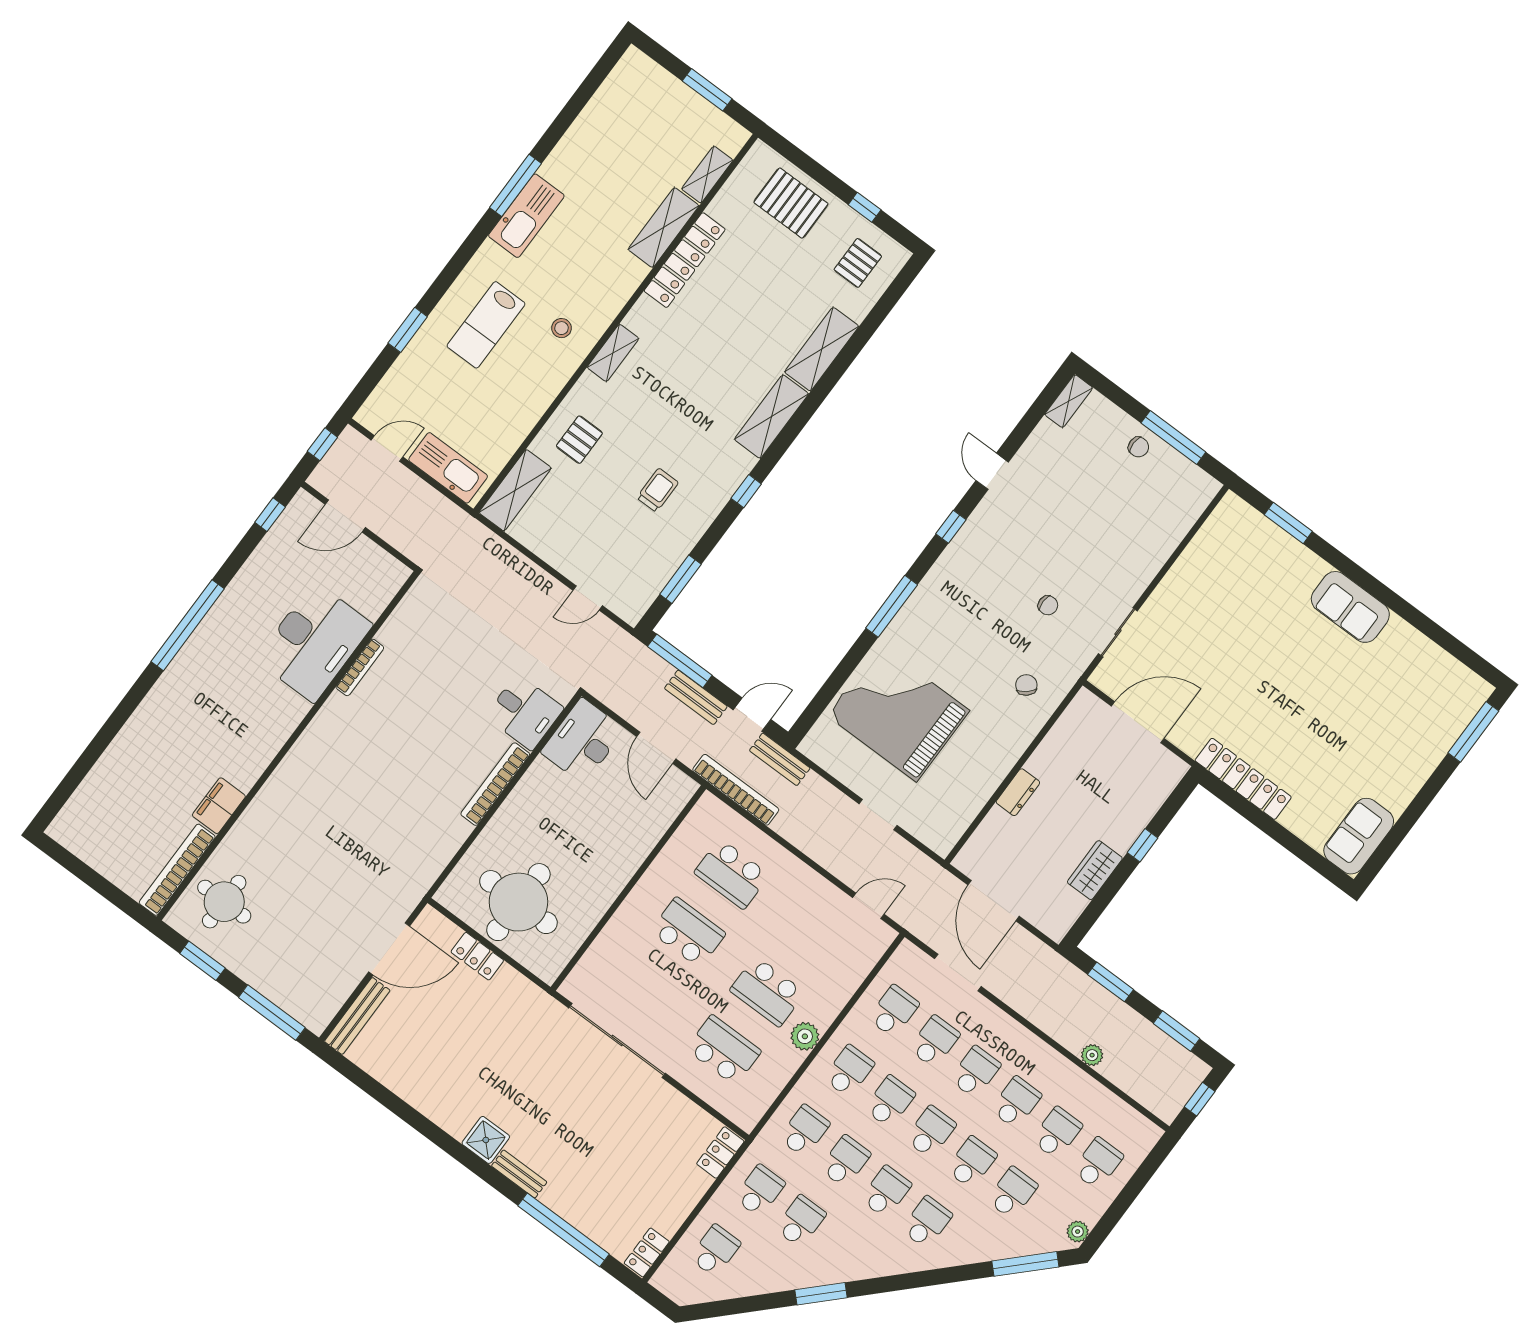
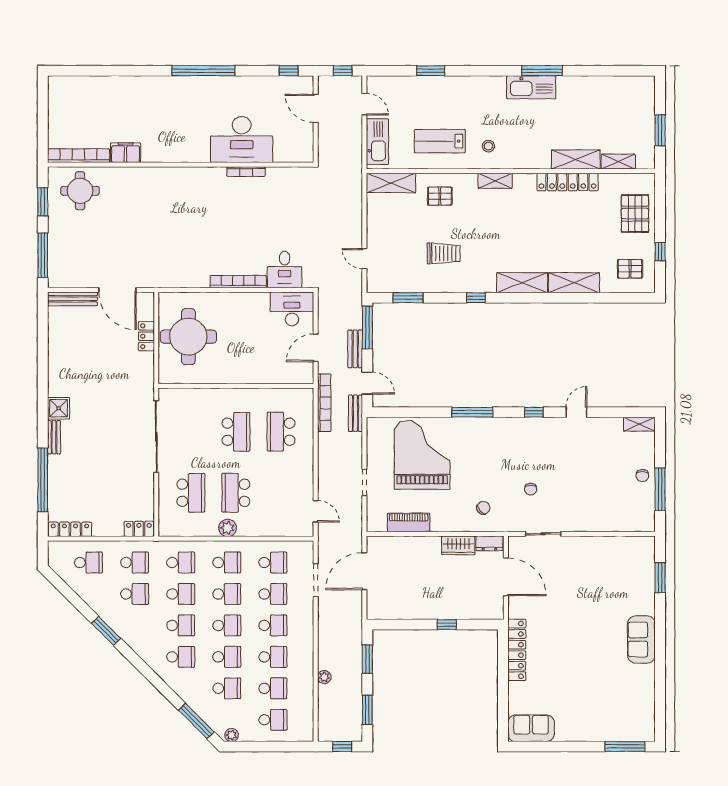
lab bench: (486, 325) -> (440, 141), moved
trolley: (658, 490) -> (444, 253), width x1.36, depth x1.39
dresser: (1018, 792) -> (489, 543), moved
piano: (973, 796) -> (409, 522), added
wardrobe: (1095, 870) -> (458, 545), moved, turned 180
locker: (647, 1252) -> (70, 529), width x1.53

